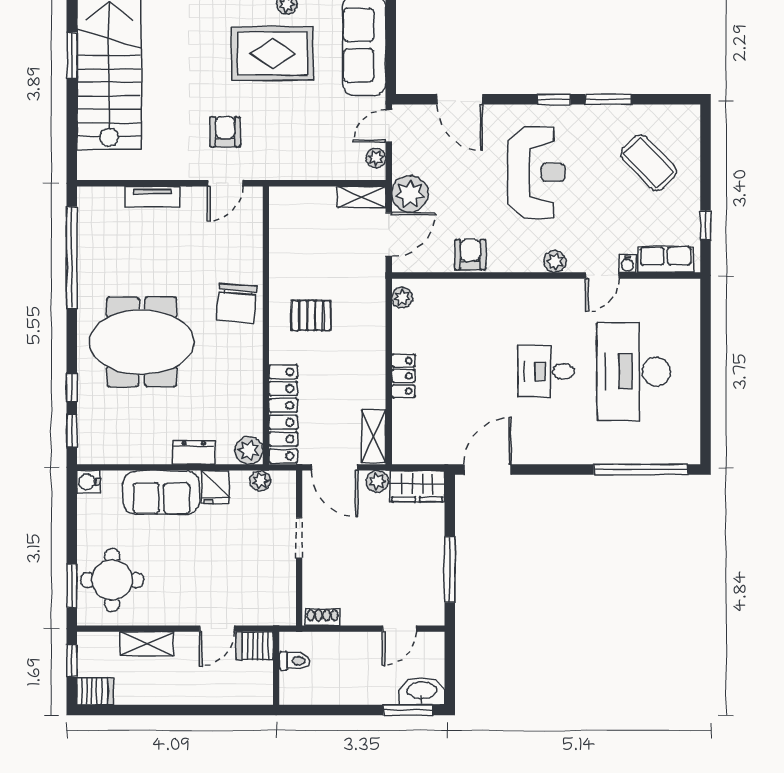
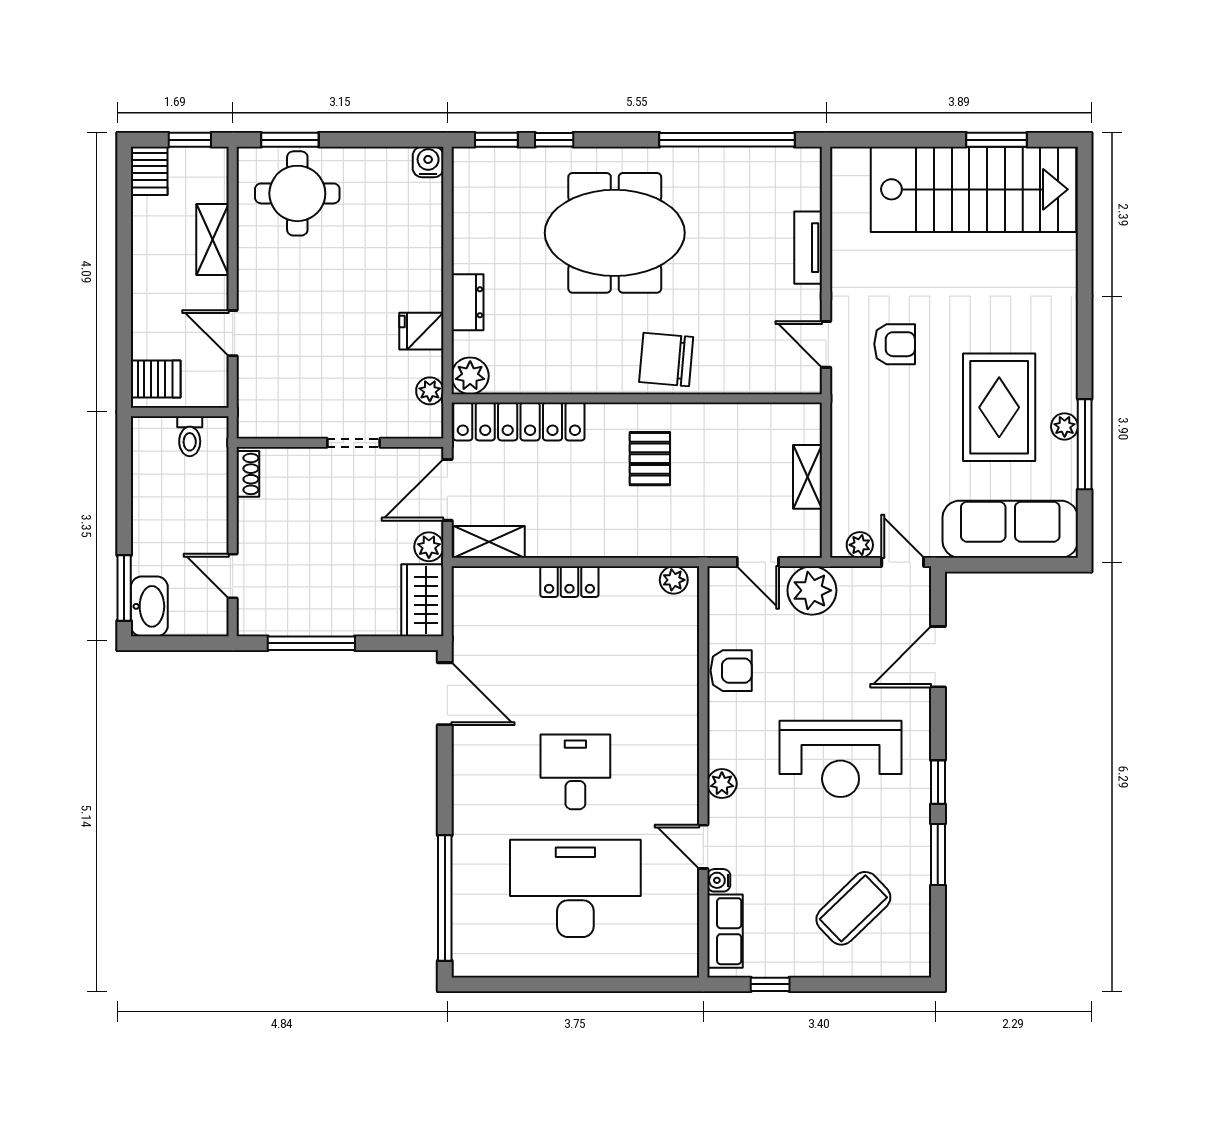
shelving: (362, 197) -> (808, 477), moved
door: (389, 234) -> (758, 562), width x0.73
meeting table: (142, 342) -> (615, 233), turned 90
sofa: (161, 493) -> (414, 259), removed
server rack: (254, 646) -> (156, 379), moved, turned 90

